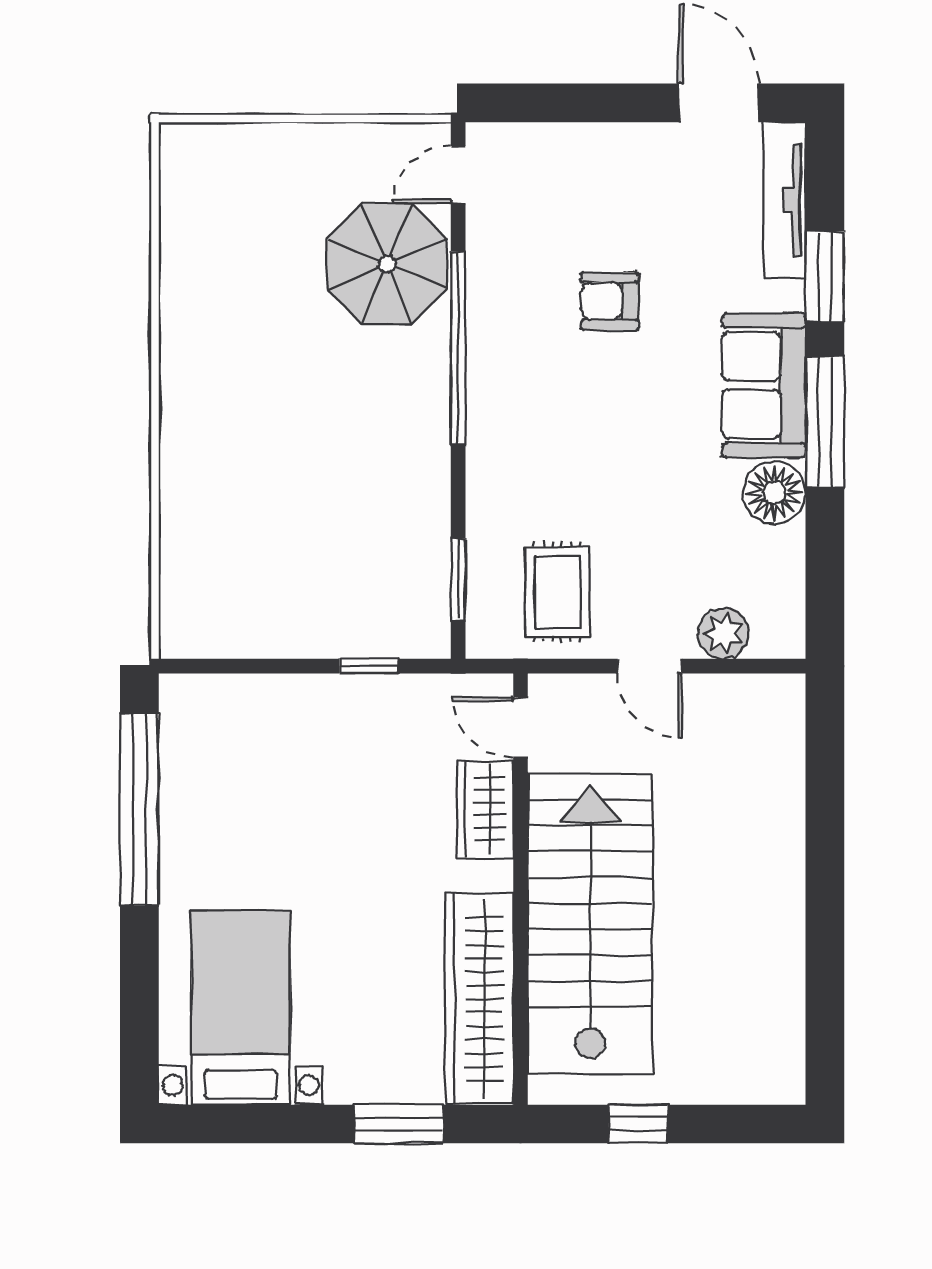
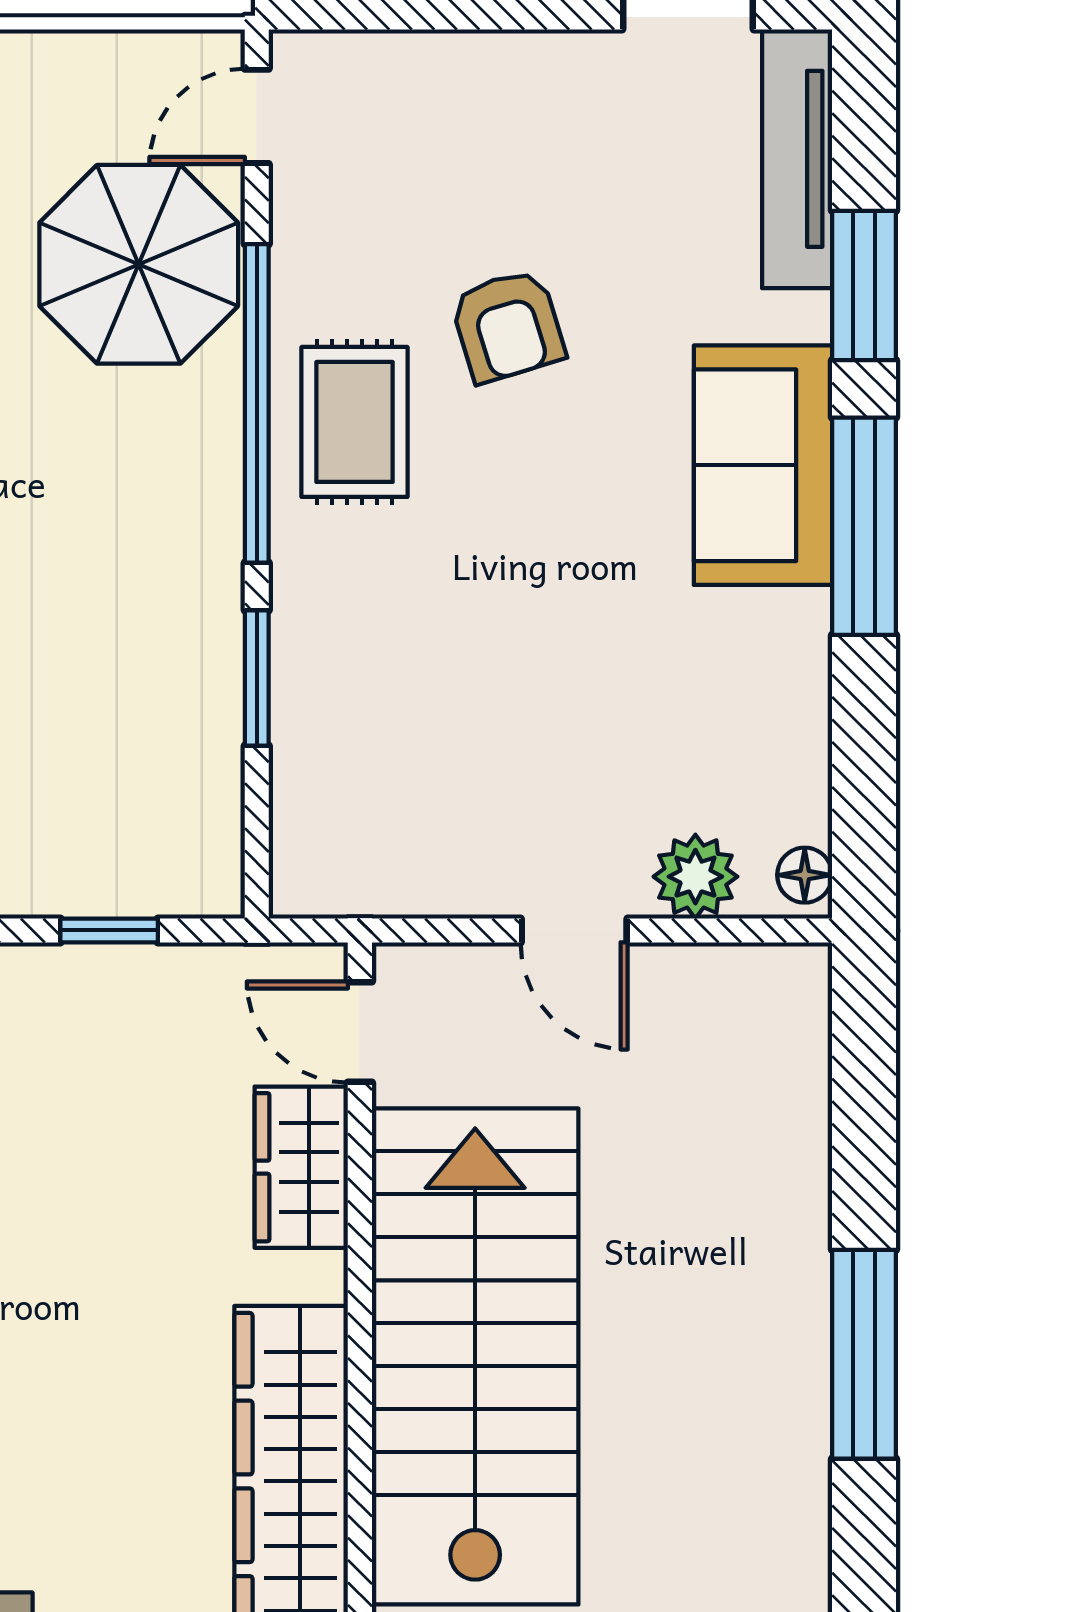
armchair: (610, 301) -> (508, 326), turned -107
floor lamp: (774, 493) -> (805, 875), moved, width x0.53, depth x0.53
window: (458, 580) -> (257, 678), moved
rug: (557, 592) -> (354, 422), moved
window: (825, 922) -> (864, 1354), added

